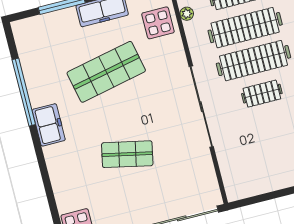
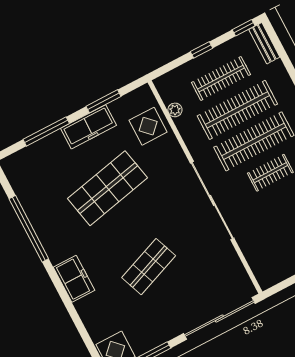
freezer: (49, 125) -> (74, 279), moved
shop shelf: (127, 154) -> (149, 267), turned -33

